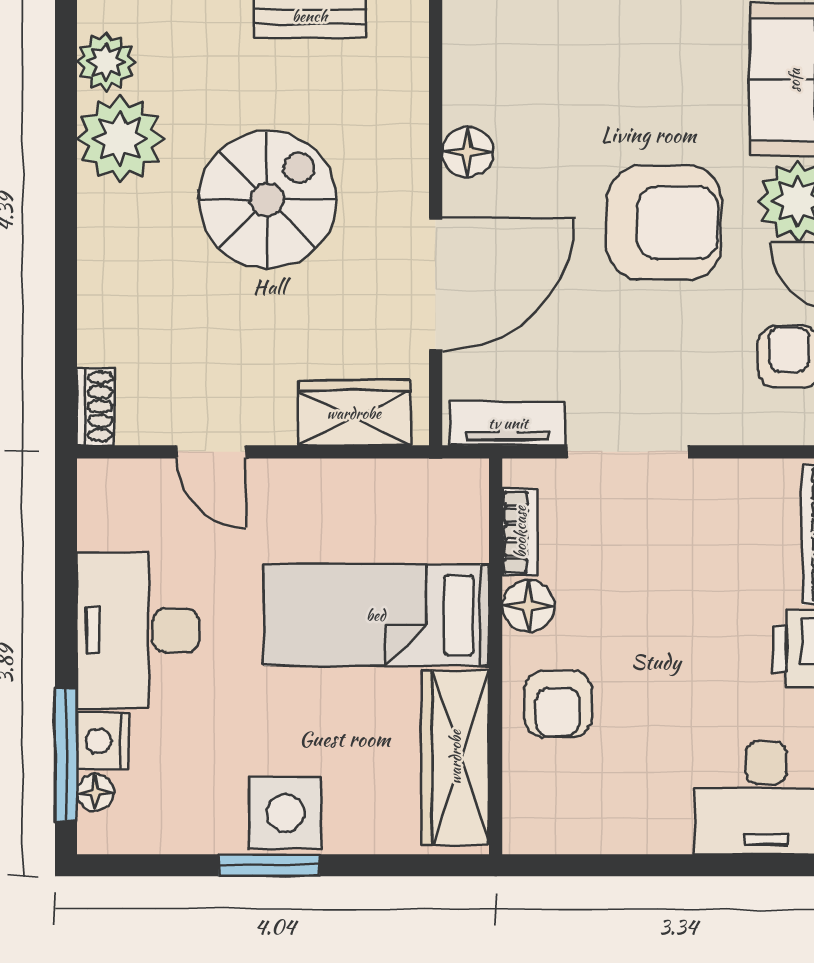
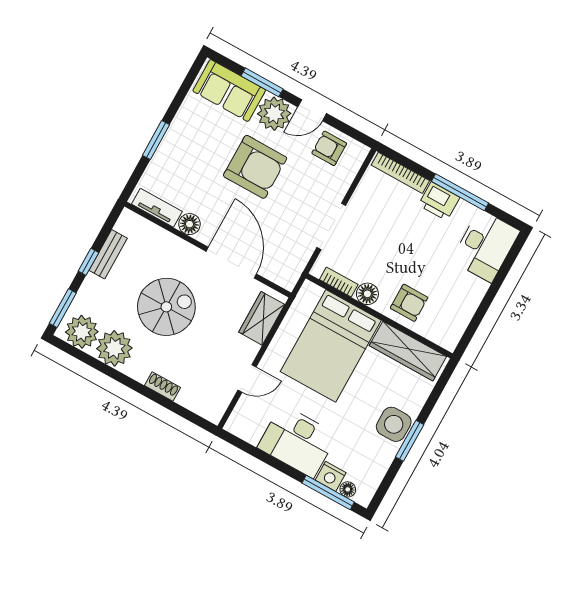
plant: (106, 62) -> (82, 332), width x1.36, depth x1.36
spiral stairs: (267, 200) -> (166, 307), turned 90
armchair: (664, 223) -> (255, 167), turned 90
shoe rack: (96, 406) -> (162, 387), moved
tv unit: (508, 423) -> (157, 208), moved, turned 90
bed: (376, 615) -> (331, 346), width x1.50

